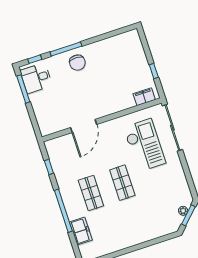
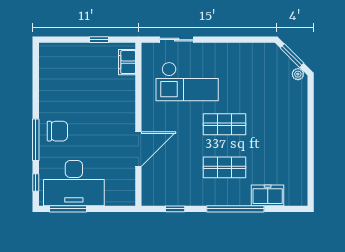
desk: (36, 78) -> (74, 183), width x1.87, depth x1.30
door: (84, 126) -> (138, 149), hinge flipped
sliding door: (172, 128) -> (177, 40), width x0.54
checkout: (144, 145) -> (187, 81), turned 180
plant: (183, 211) -> (298, 74), moved

